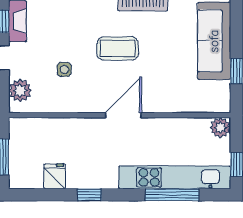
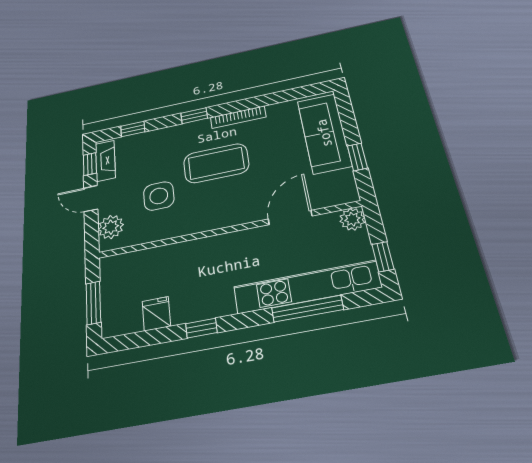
coffee table: (118, 48) -> (216, 163), width x1.36, depth x1.32
side table: (64, 69) -> (159, 196), width x1.87, depth x1.87
door: (123, 115) -> (290, 218), moved

